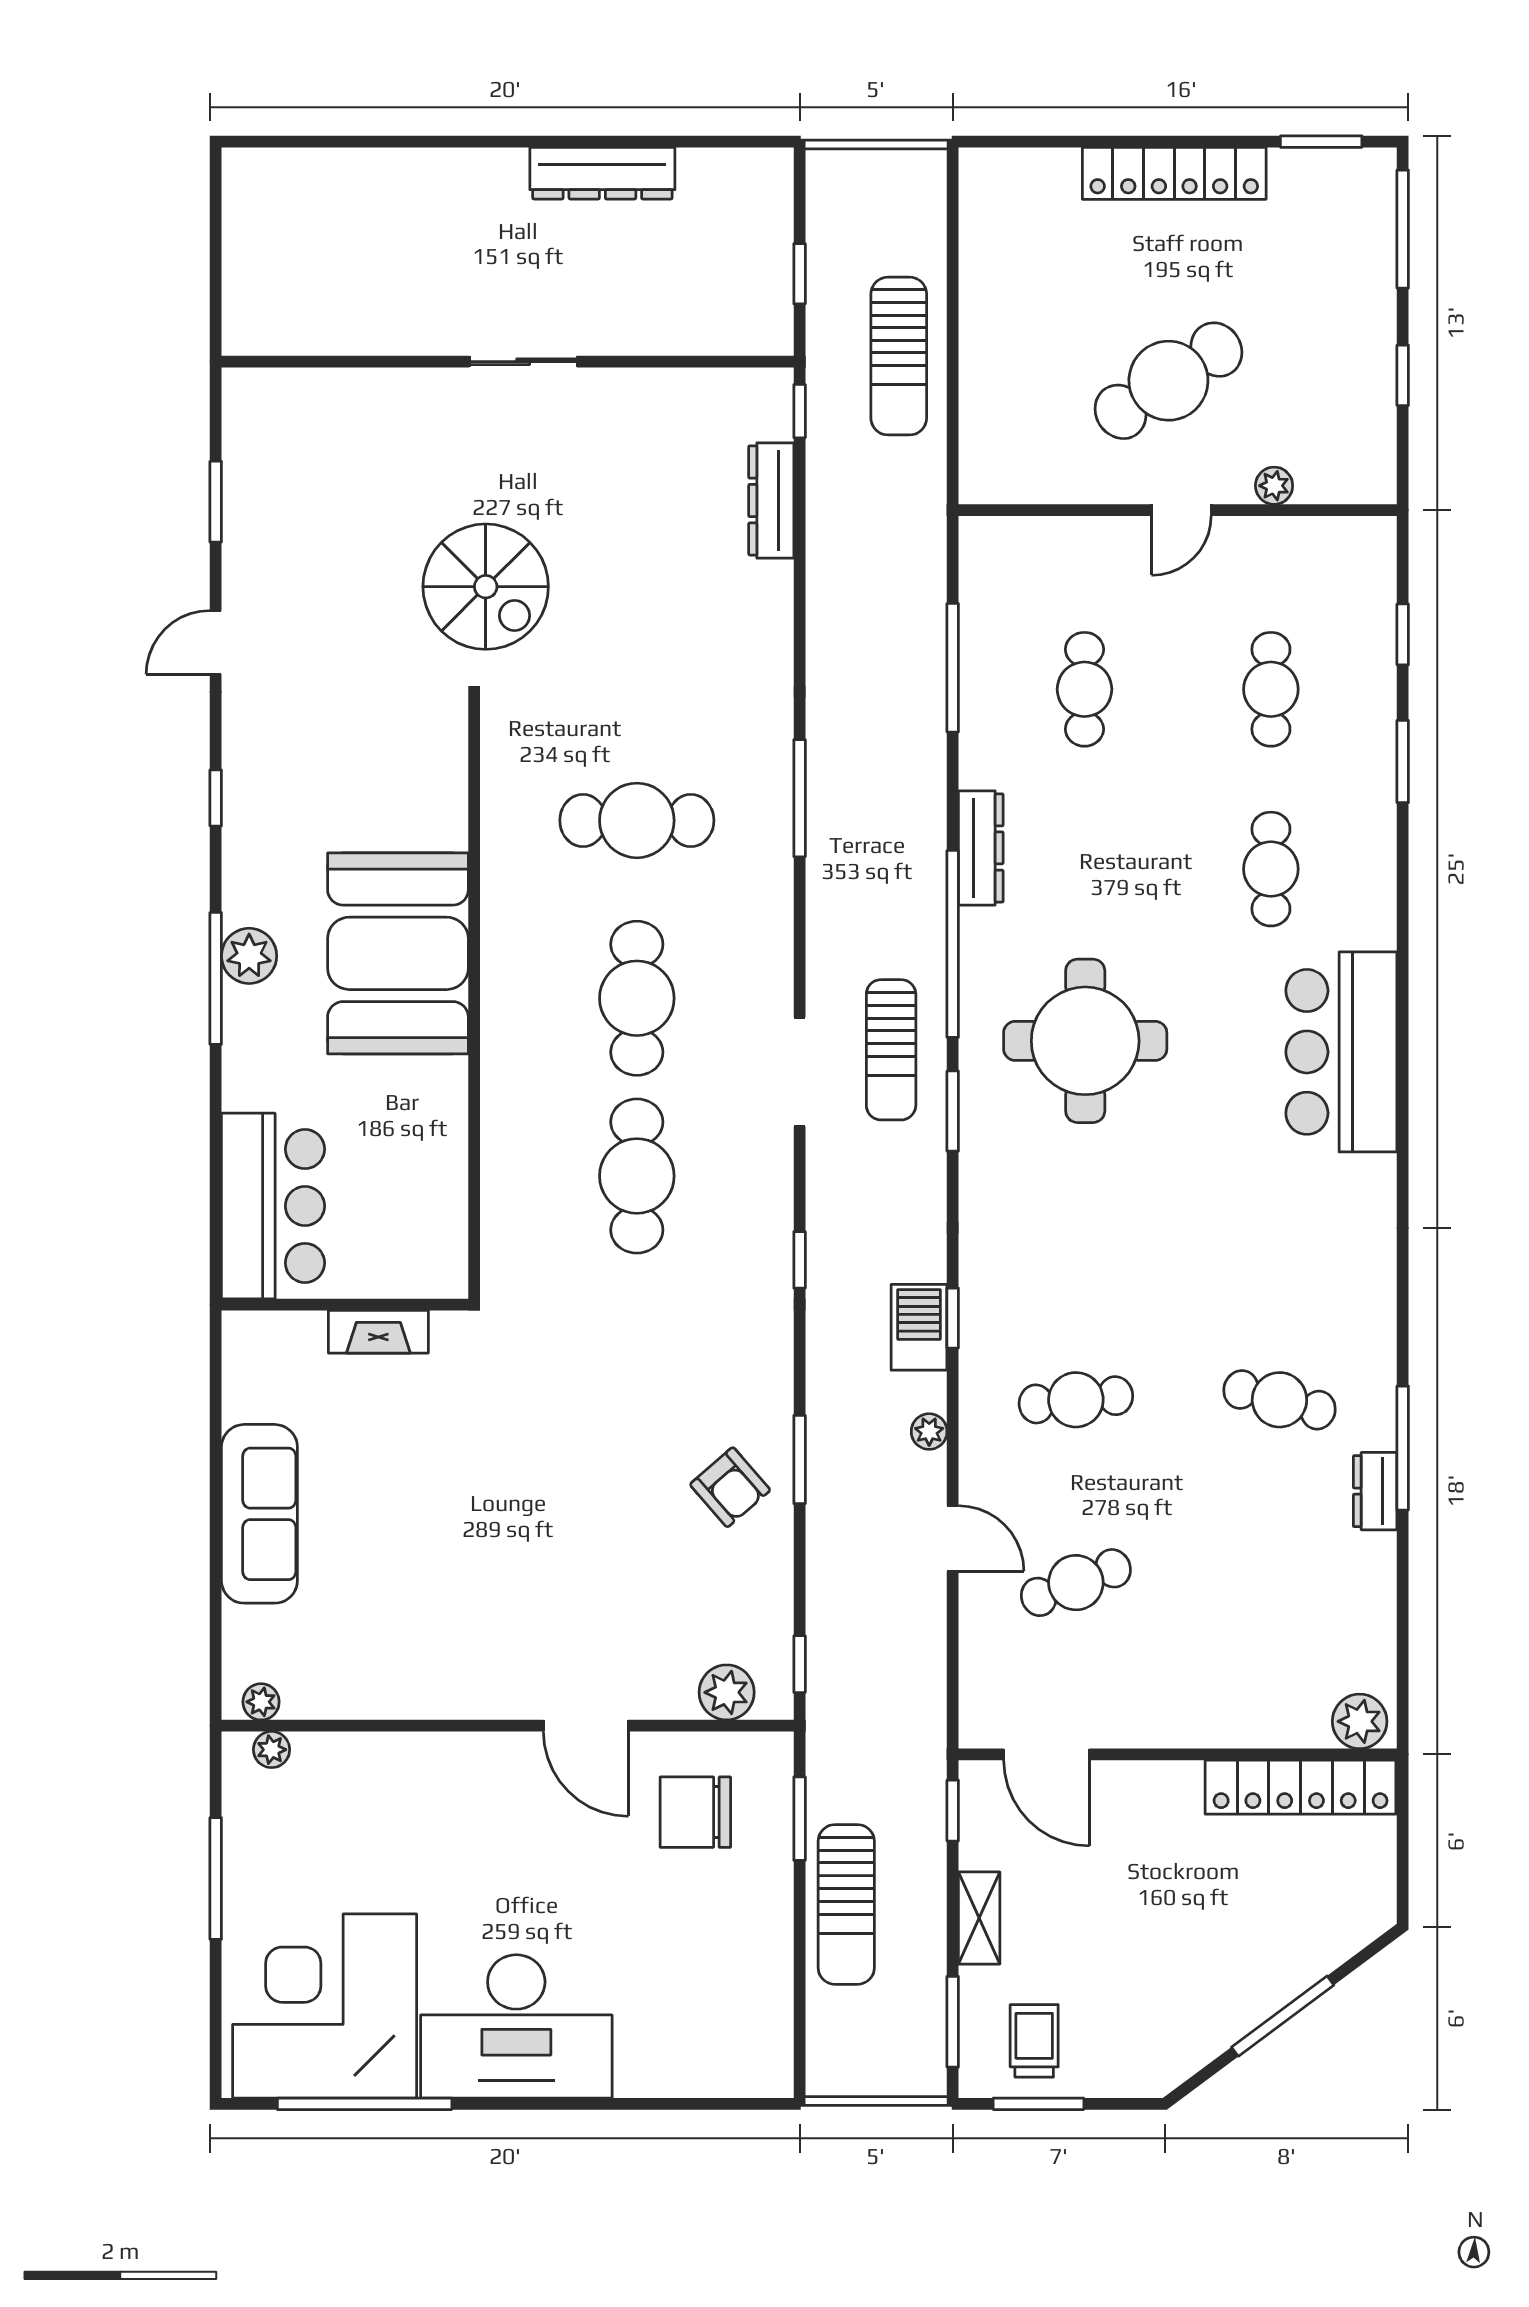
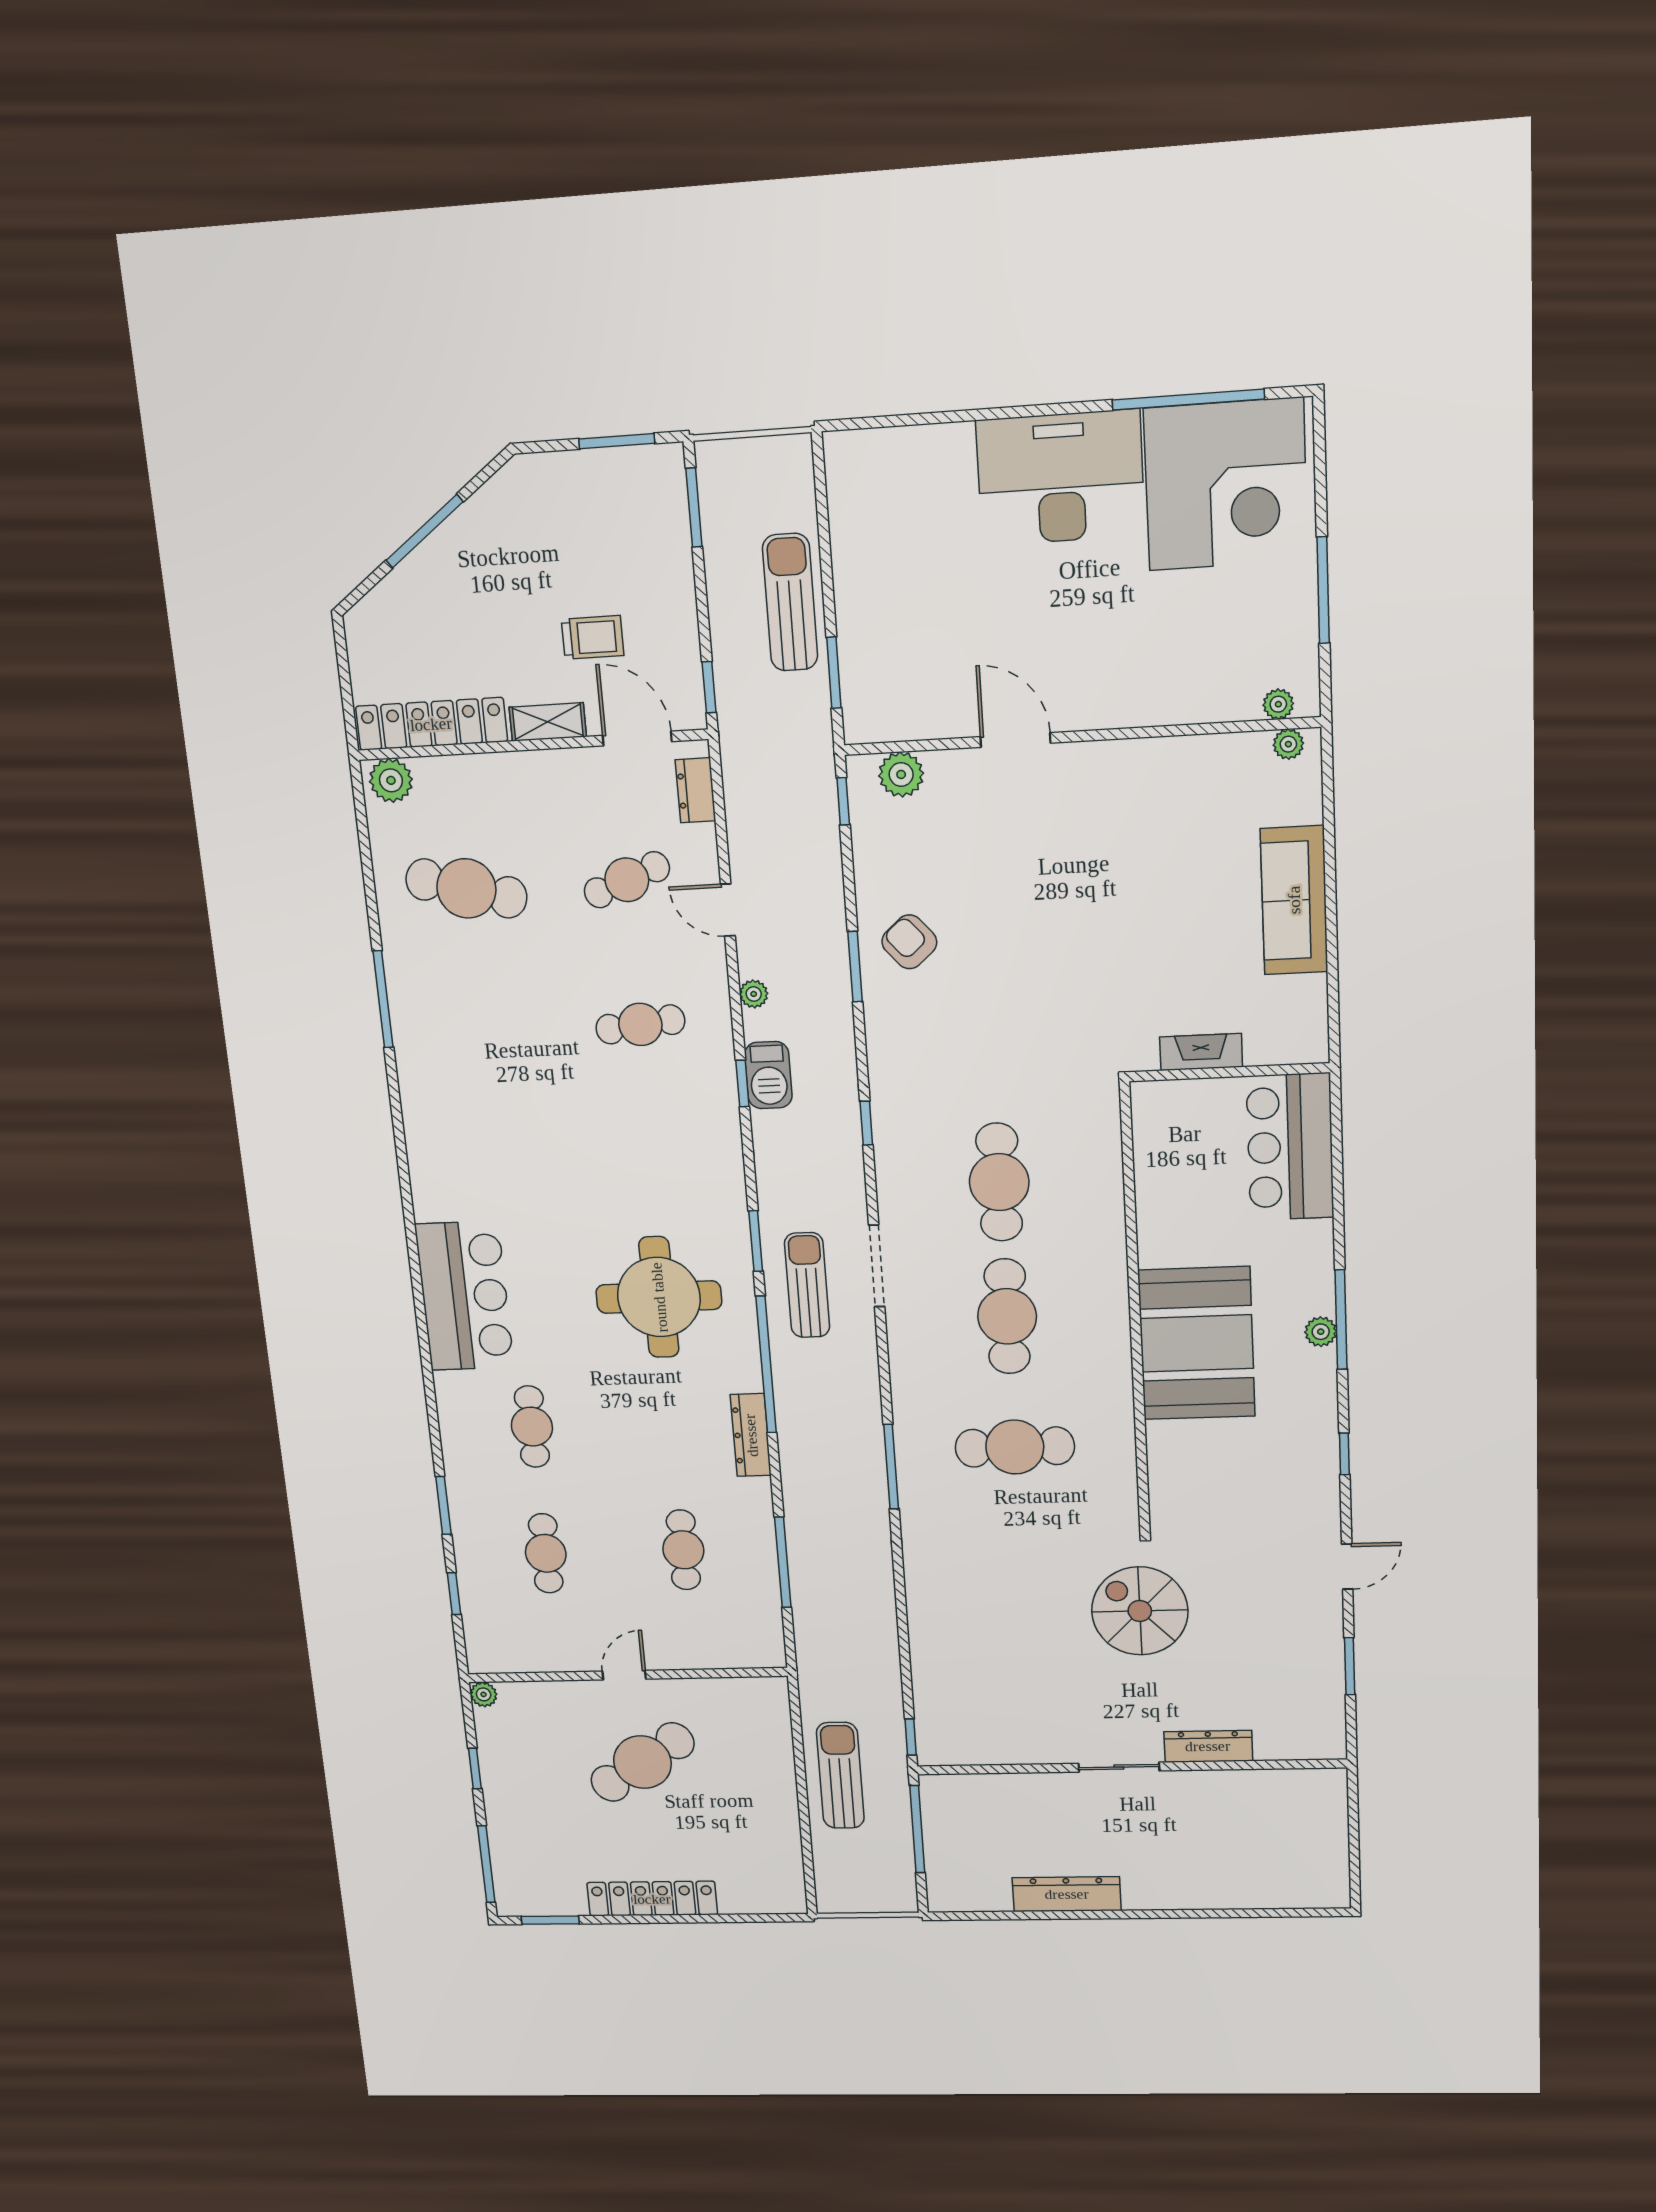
window: (800, 274) -> (917, 1829), width x2.17
plant: (1274, 486) -> (484, 1694), moved
dresser: (771, 500) -> (1208, 1746), moved, turned -90
plant: (249, 956) -> (1321, 1332), width x0.73, depth x0.73
cafe table: (1279, 1400) -> (466, 888), moved, width x1.37, depth x1.35
dresser: (1375, 1491) -> (695, 790), moved, turned 180
chair: (695, 1812) -> (920, 673), removed
shelving: (979, 1918) -> (548, 722), moved, turned 90
trolley: (1034, 2041) -> (593, 637), moved, turned -90

